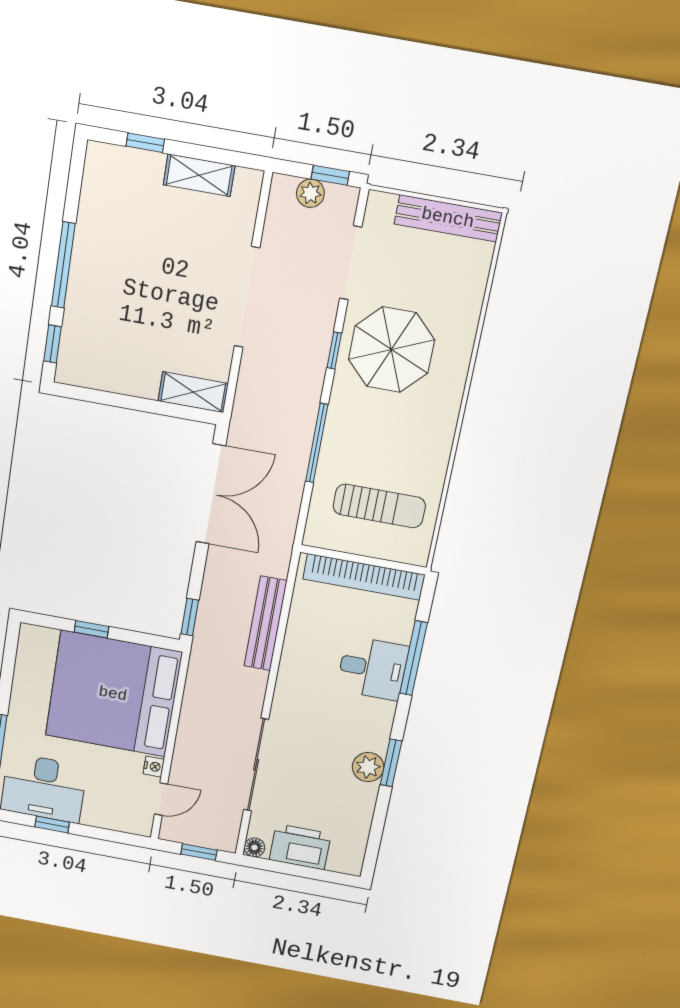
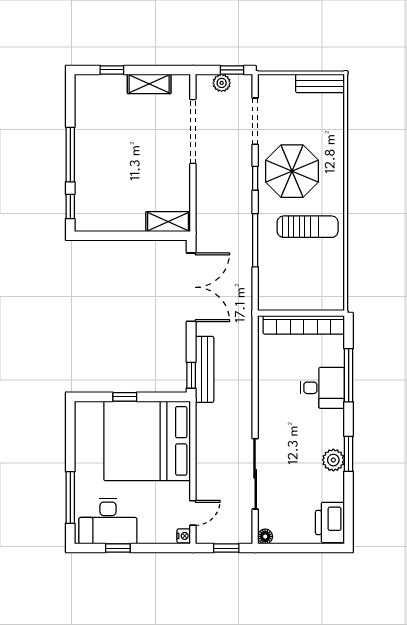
bench: (448, 218) -> (320, 83), width x0.73
doorway: (247, 297) -> (193, 131), moved
sun lounger: (379, 506) -> (308, 227), moved
bench: (265, 623) -> (205, 369), moved
nightstand: (154, 767) -> (184, 536), moved
printer: (300, 847) -> (330, 522), moved, turned -90

